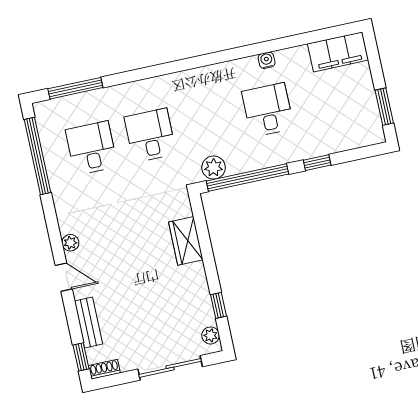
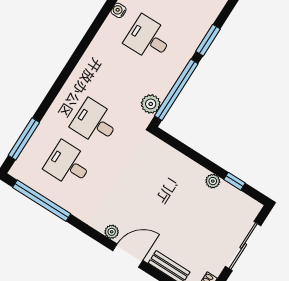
window: (317, 163) -> (208, 40), width x1.50
wardrobe: (186, 241) -> (178, 163), removed
door: (64, 277) -> (128, 256), width x1.38
plant: (211, 335) -> (213, 181), moved

